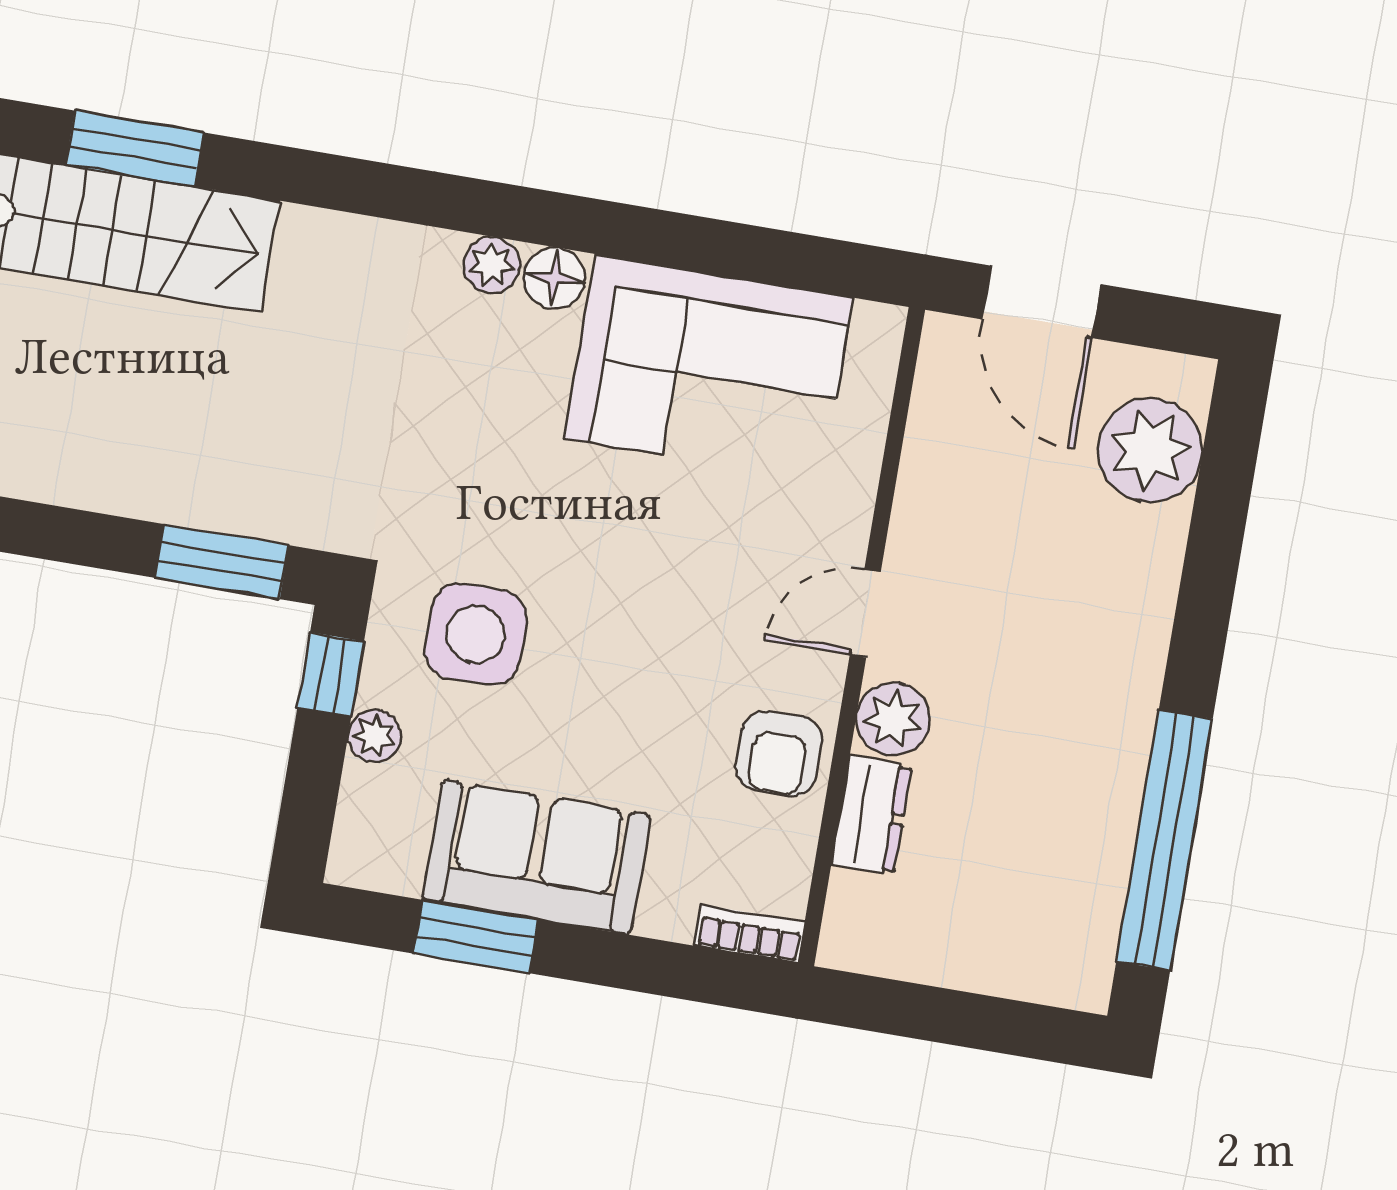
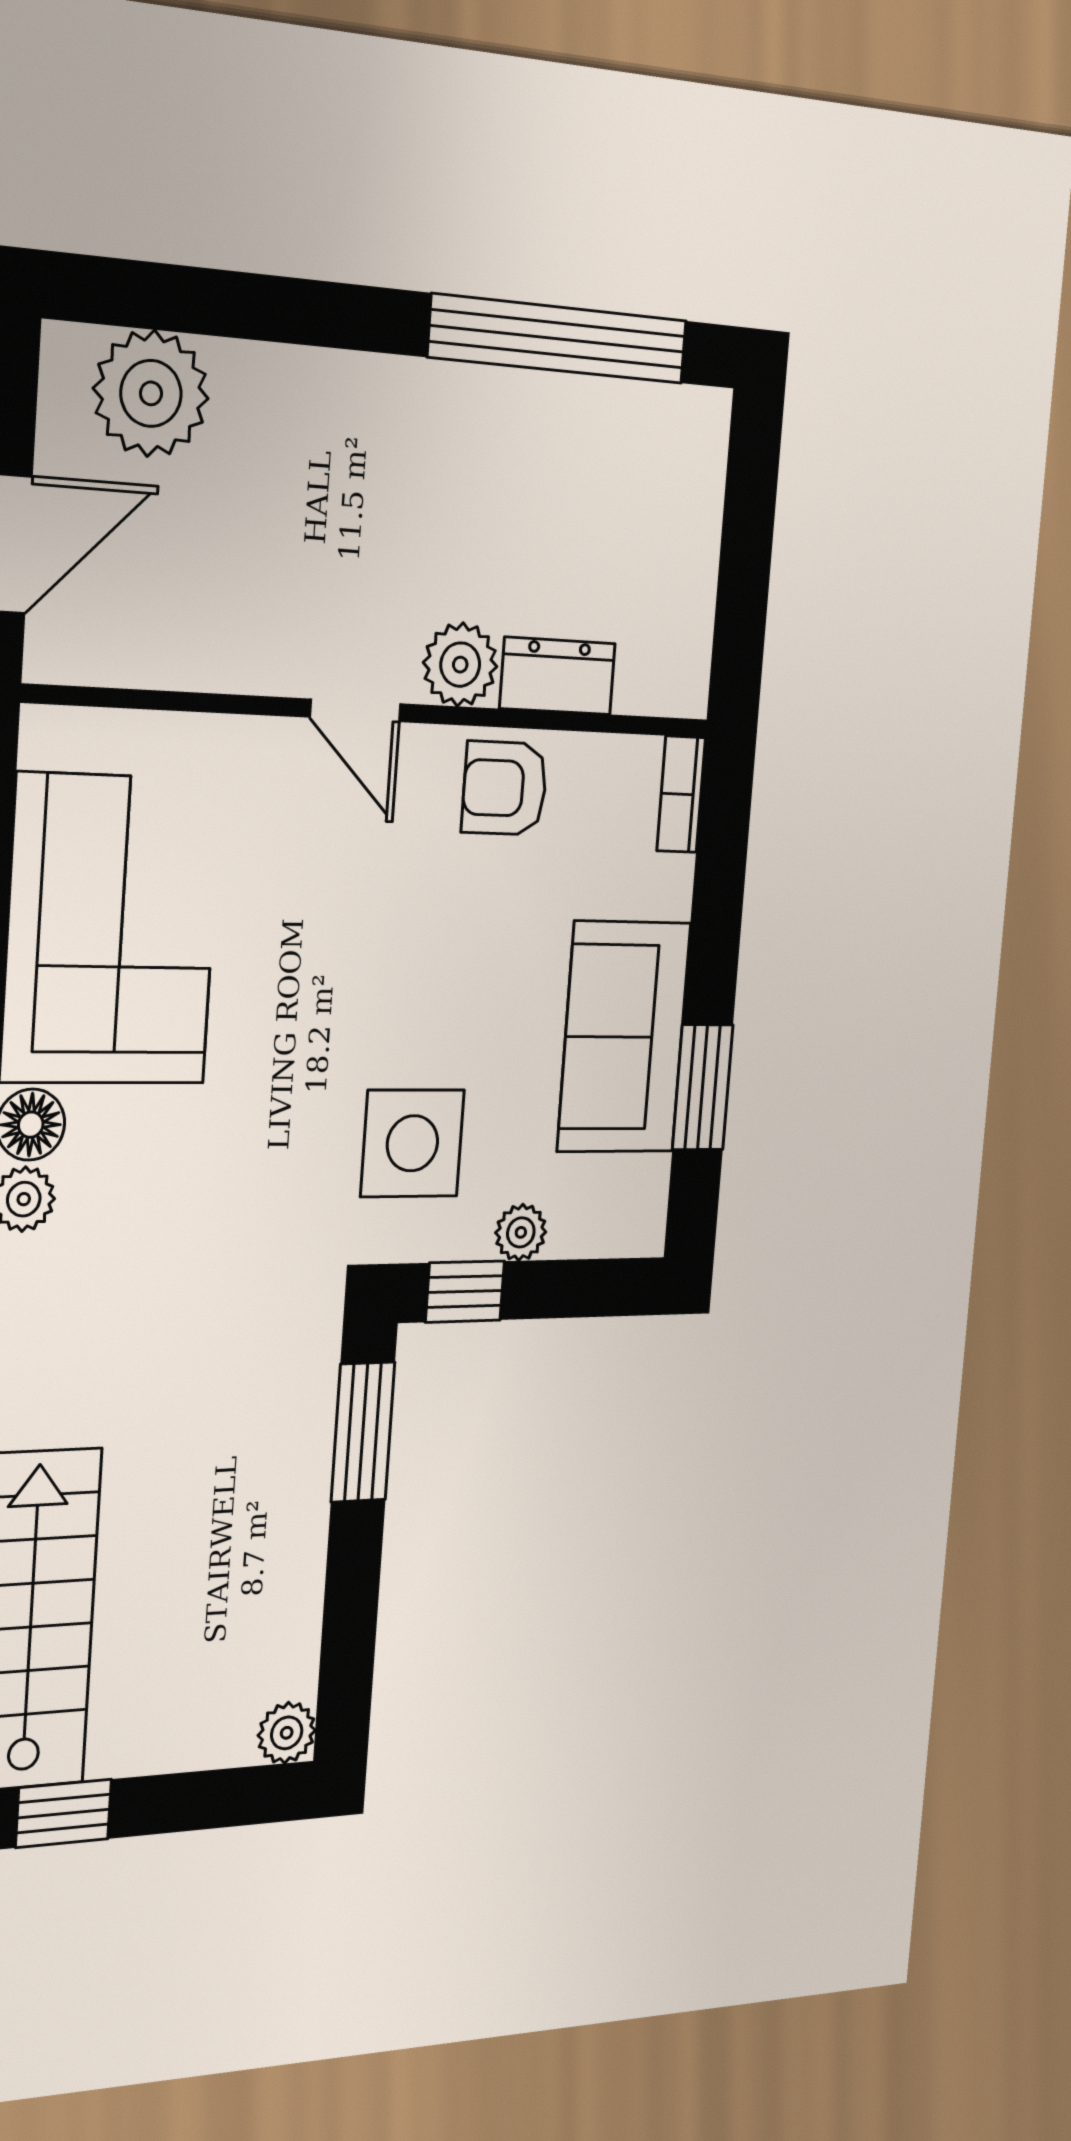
armchair: (779, 754) -> (505, 788), turned 180

